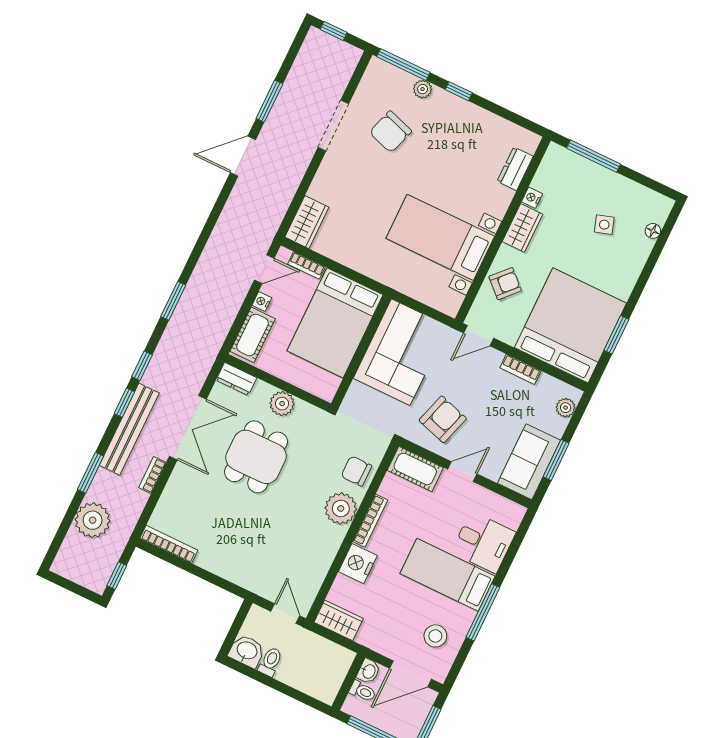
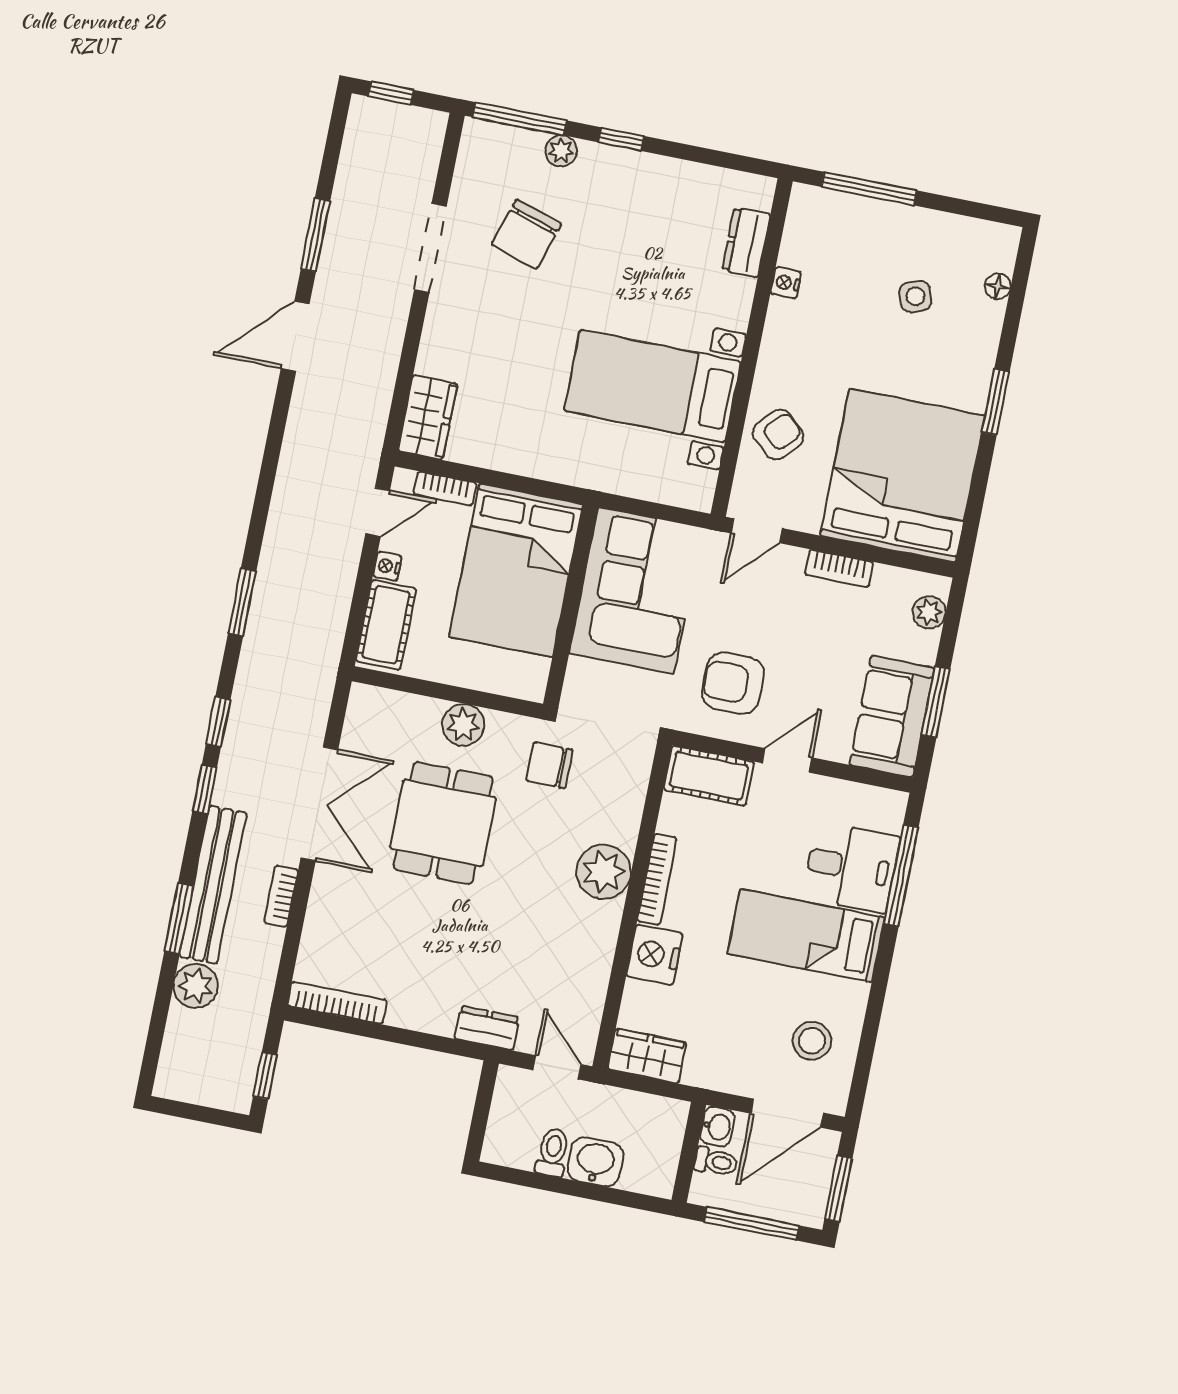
wardrobe: (522, 228) -> (783, 336), removed
window: (616, 335) -> (996, 402), moved
dresser: (236, 379) -> (487, 1028), moved, turned 180
armchair: (443, 419) -> (733, 683), turned -107
bench: (129, 429) -> (213, 885), moved
chair: (356, 471) -> (549, 765), moved
plant: (93, 520) -> (196, 986), width x0.73, depth x0.73
window: (483, 612) -> (901, 876), moved
washbasin: (247, 651) -> (595, 1162), moved

